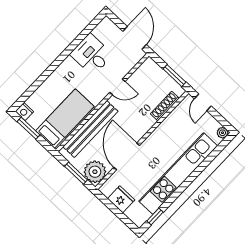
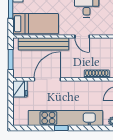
plant: (95, 172) -> (22, 70), removed
fridge: (121, 199) -> (20, 89), moved
window: (155, 216) -> (61, 128), moved

